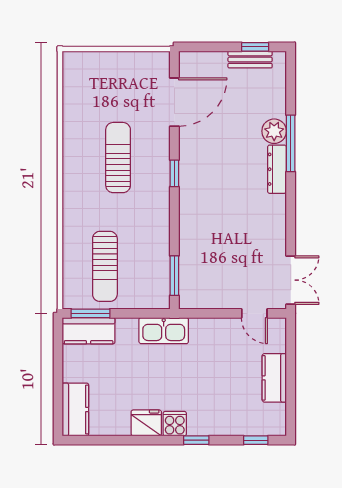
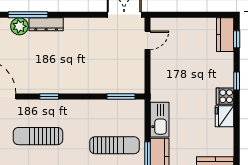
kitchen sink: (164, 331) -> (160, 120), moved
kitchen counter: (274, 378) -> (225, 35), moved, turned 90

